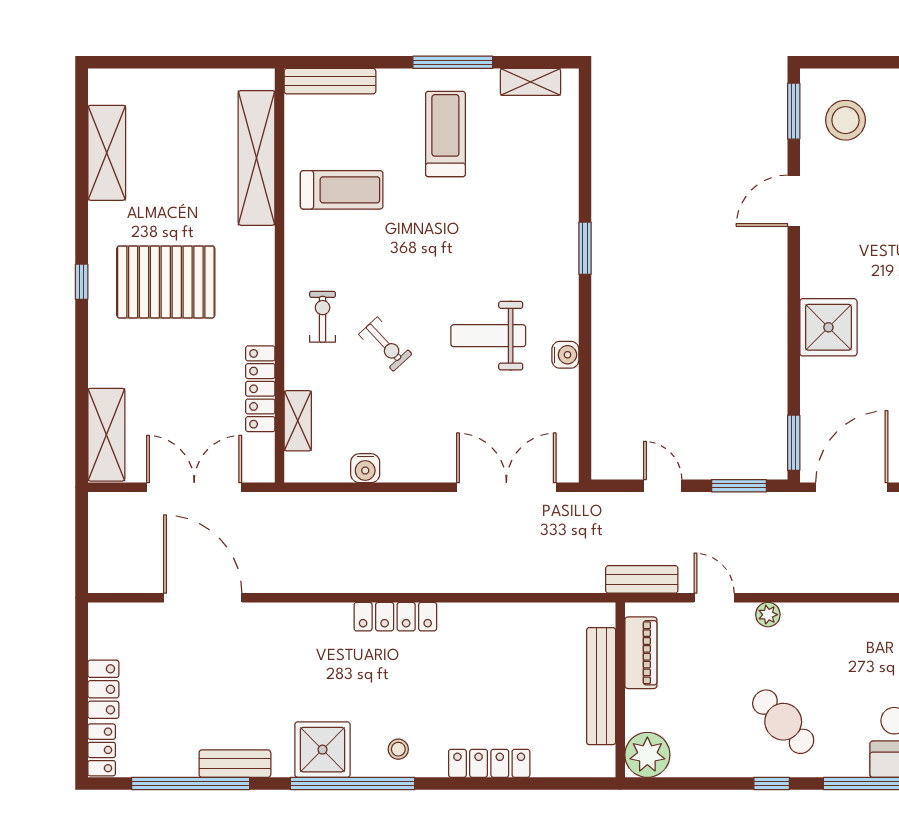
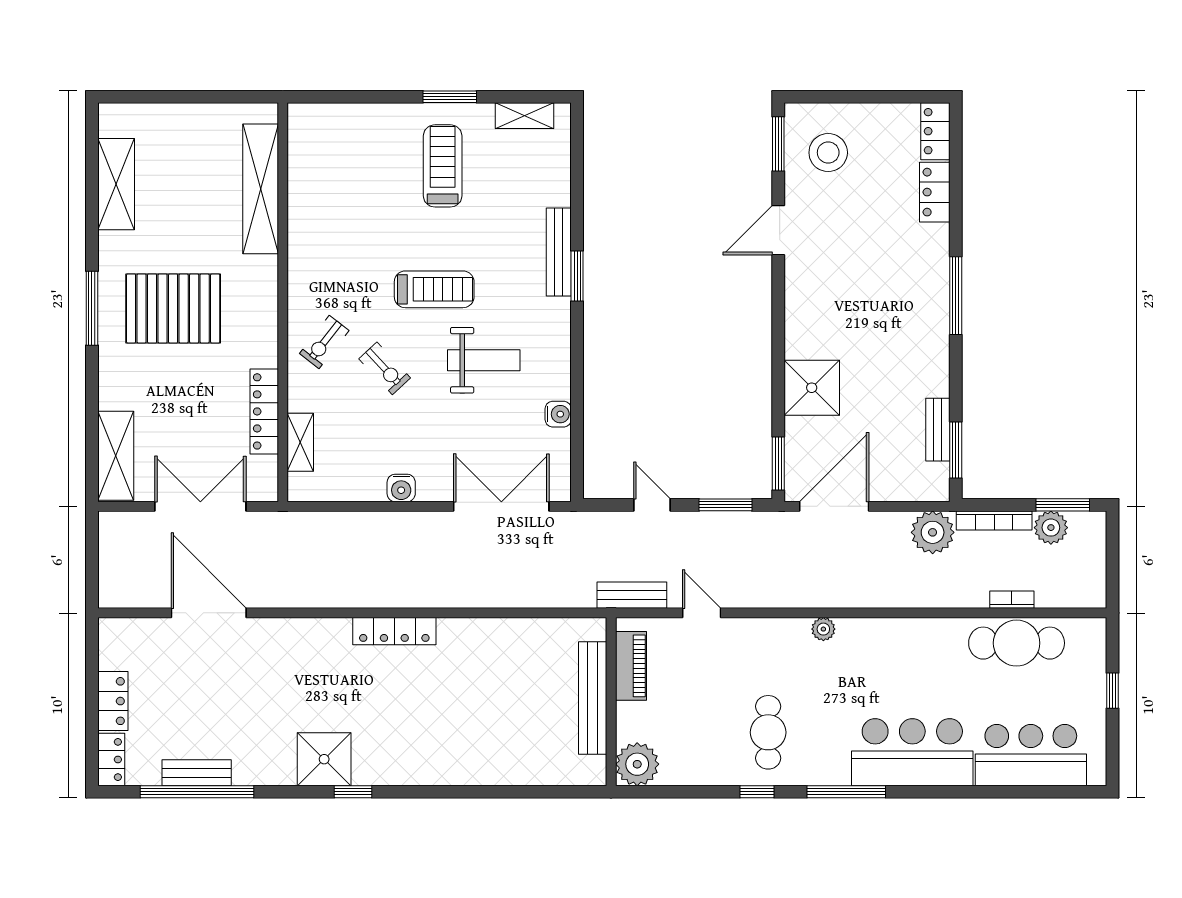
window: (453, 62) -> (450, 97), width x0.69
bench: (330, 81) -> (559, 252), moved, turned 90
treadmill: (342, 190) -> (434, 289), moved
window: (82, 282) -> (92, 308), width x2.17
exercise bike: (323, 317) -> (324, 342), turned -142
shower: (828, 327) -> (812, 388), moved
weight bench: (488, 336) -> (484, 360), turned 180
water cooler: (565, 355) -> (558, 414), moved
water cooler: (365, 468) -> (401, 488), moved
plant: (768, 615) -> (823, 629), moved
cafe table: (783, 722) -> (768, 732), turned 43
stool: (398, 749) -> (397, 759), removed
locker: (489, 763) -> (485, 772), removed
bench: (235, 764) -> (197, 773), moved
window: (353, 783) -> (353, 792), width x0.32

